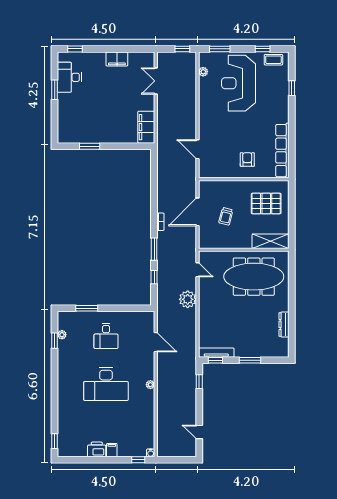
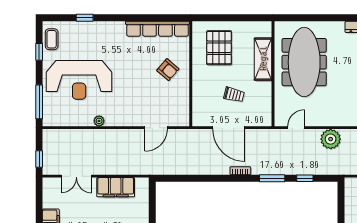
window: (182, 49) -> (39, 159), moved
window: (220, 49) -> (39, 102), width x1.44
plant: (203, 72) -> (99, 121), moved
filing cabinet: (146, 127) -> (116, 187), moved
armchair: (247, 159) -> (168, 70), turned -139
shelving: (271, 241) -> (263, 59), moved

